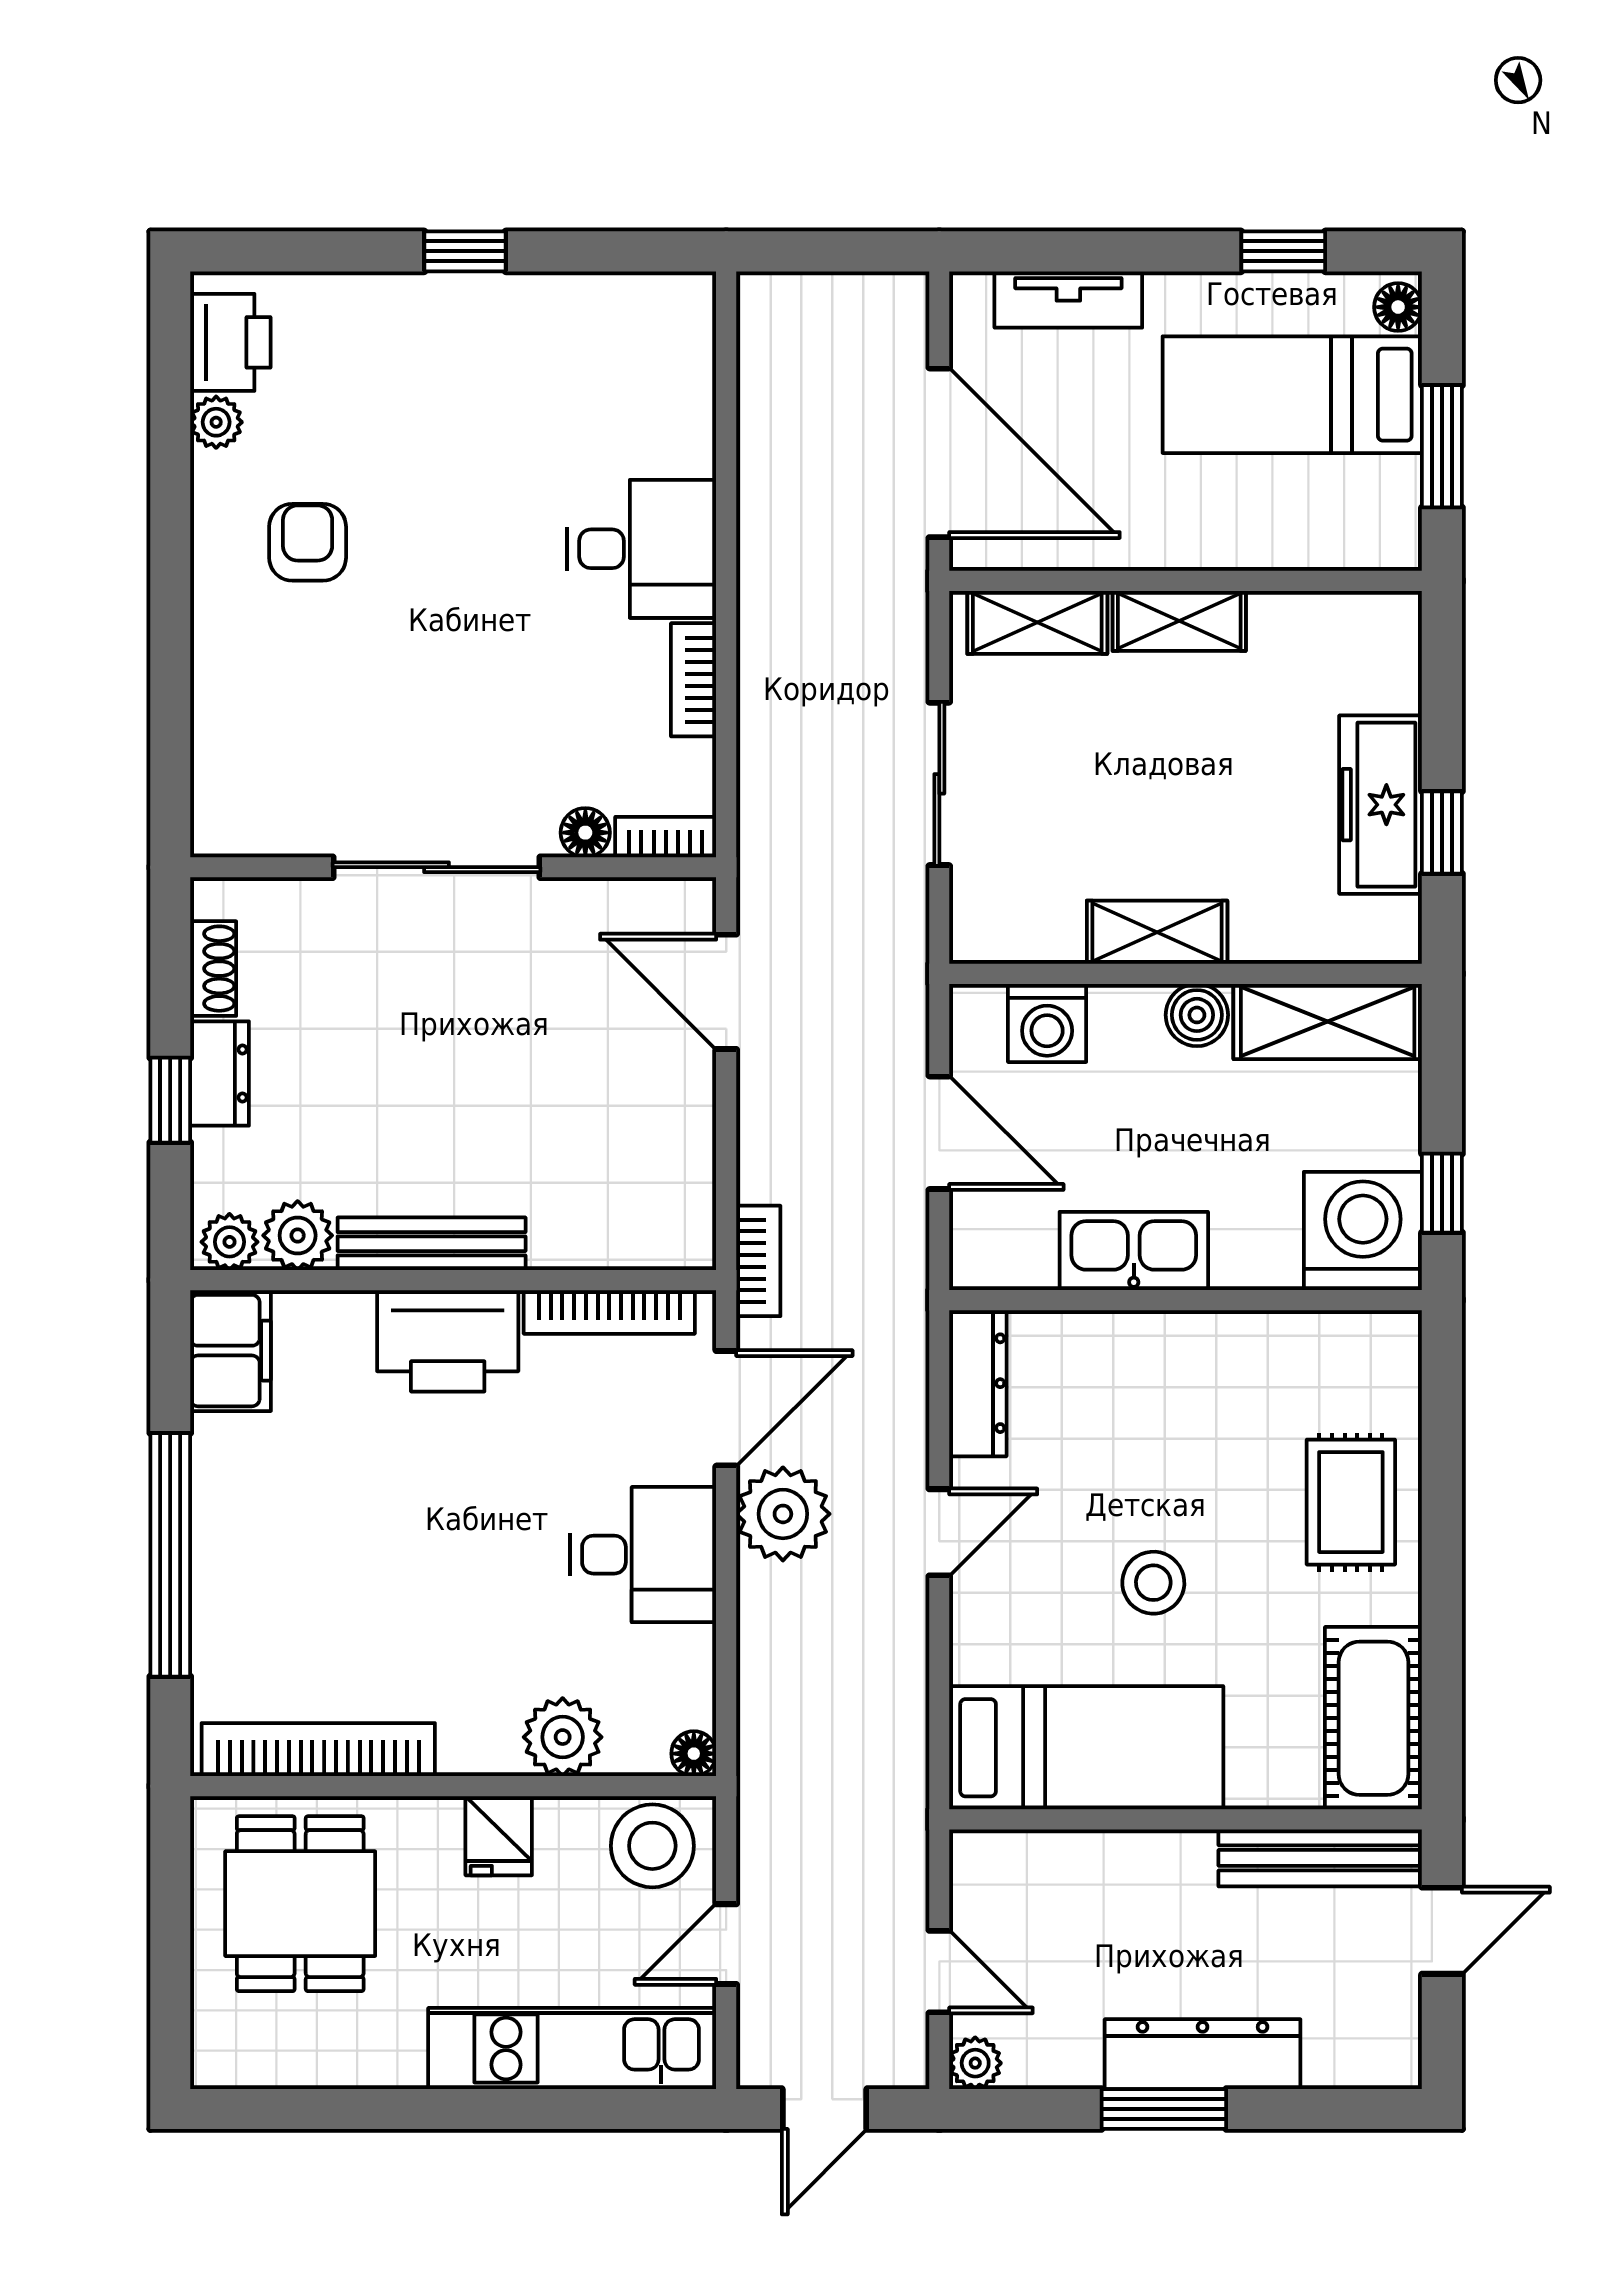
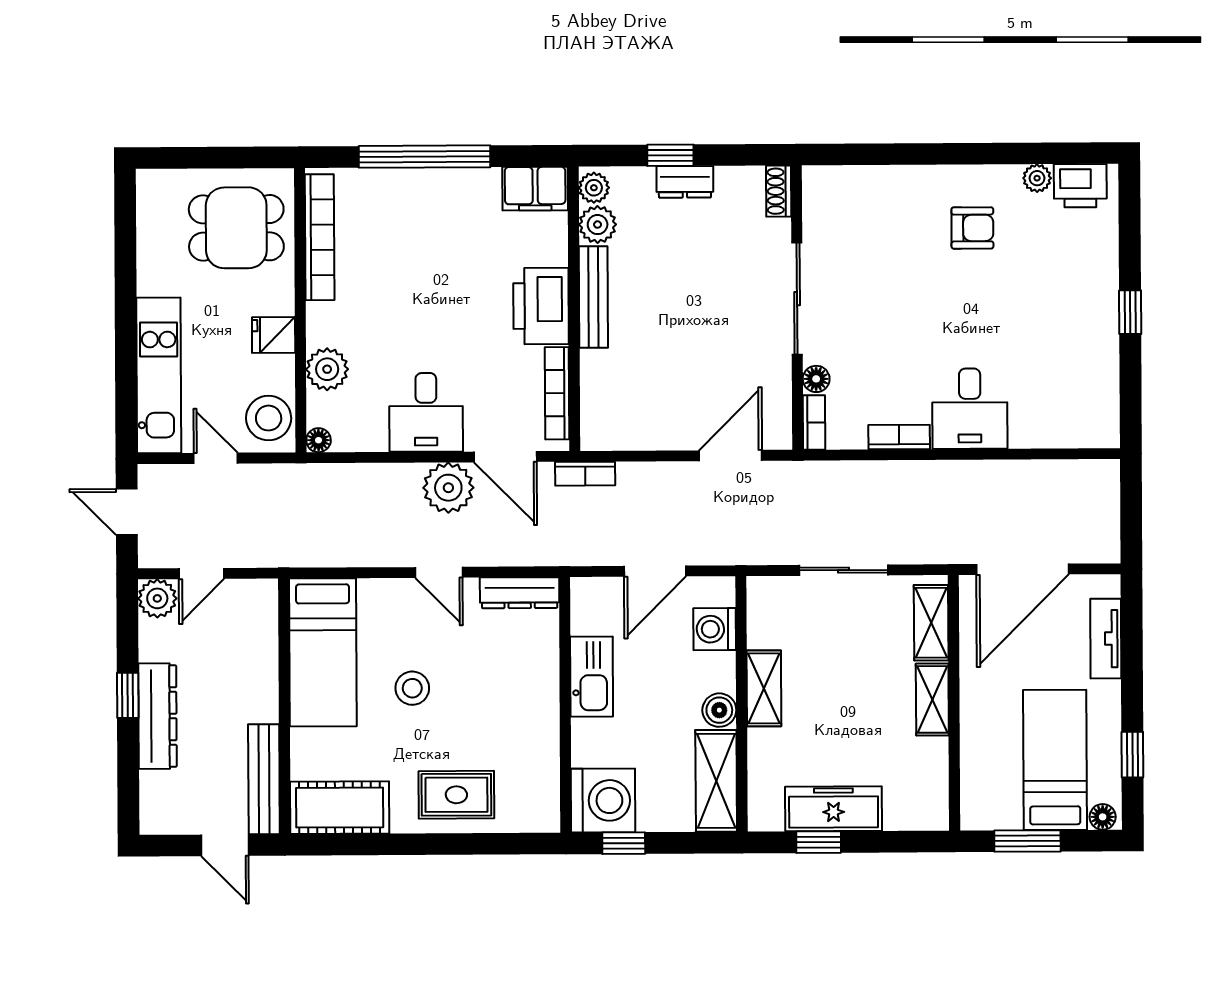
shoe rack: (213, 969) -> (779, 191), moved, turned 90
plant: (975, 2063) -> (157, 598), width x1.38, depth x1.38
window: (1164, 2109) -> (128, 695), width x0.67

